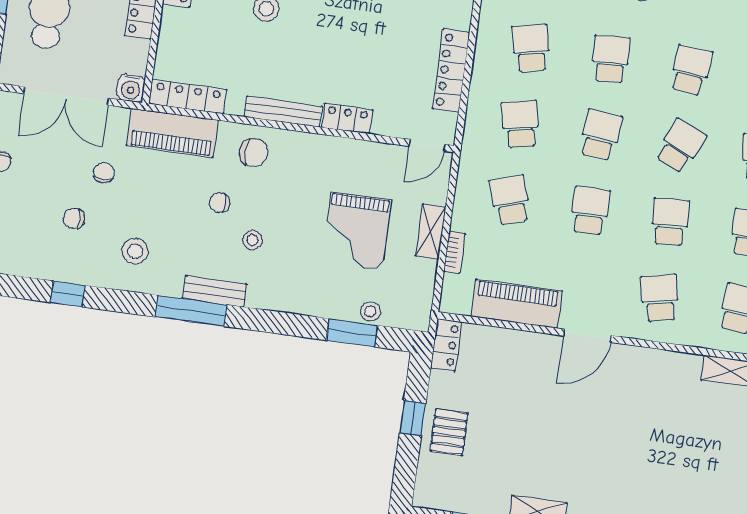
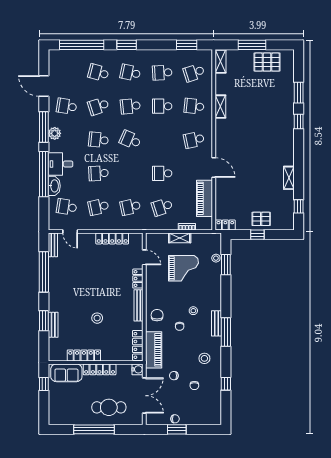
school desk: (600, 135) -> (130, 173), removed
door: (427, 145) -> (144, 257), moved
school desk: (670, 222) -> (162, 140), removed

